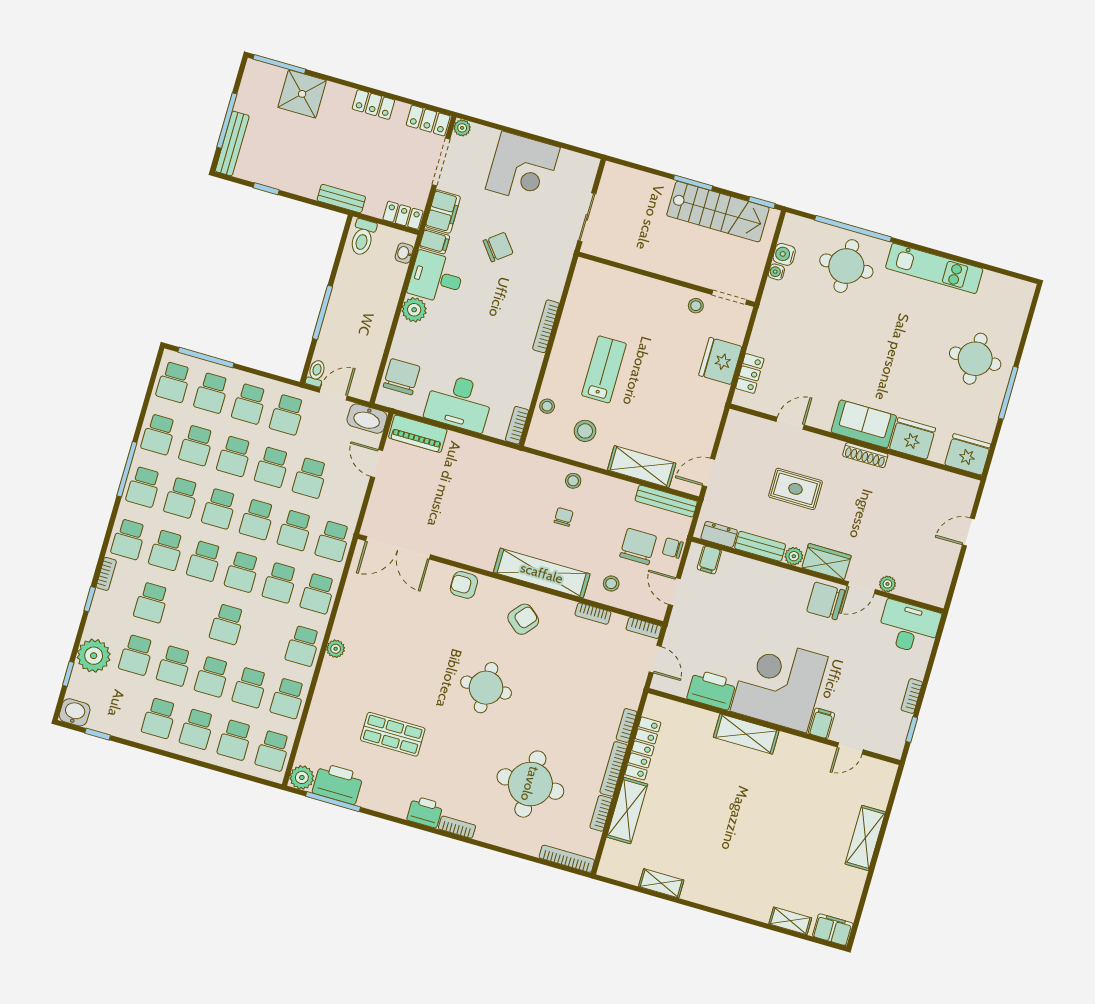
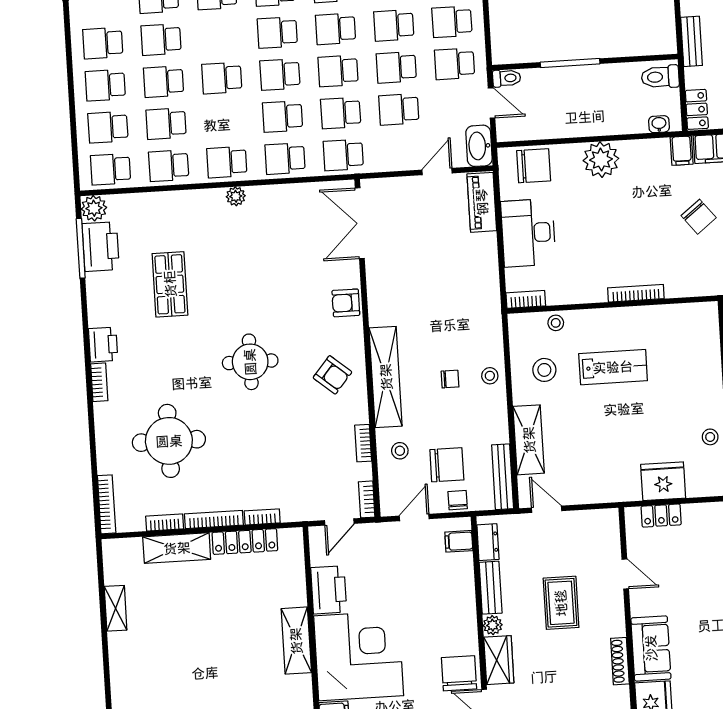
desk: (436, 278) -> (646, 165), removed
plant: (414, 310) -> (601, 160), width x1.36, depth x1.36
armchair: (464, 585) -> (346, 303), turned -90

